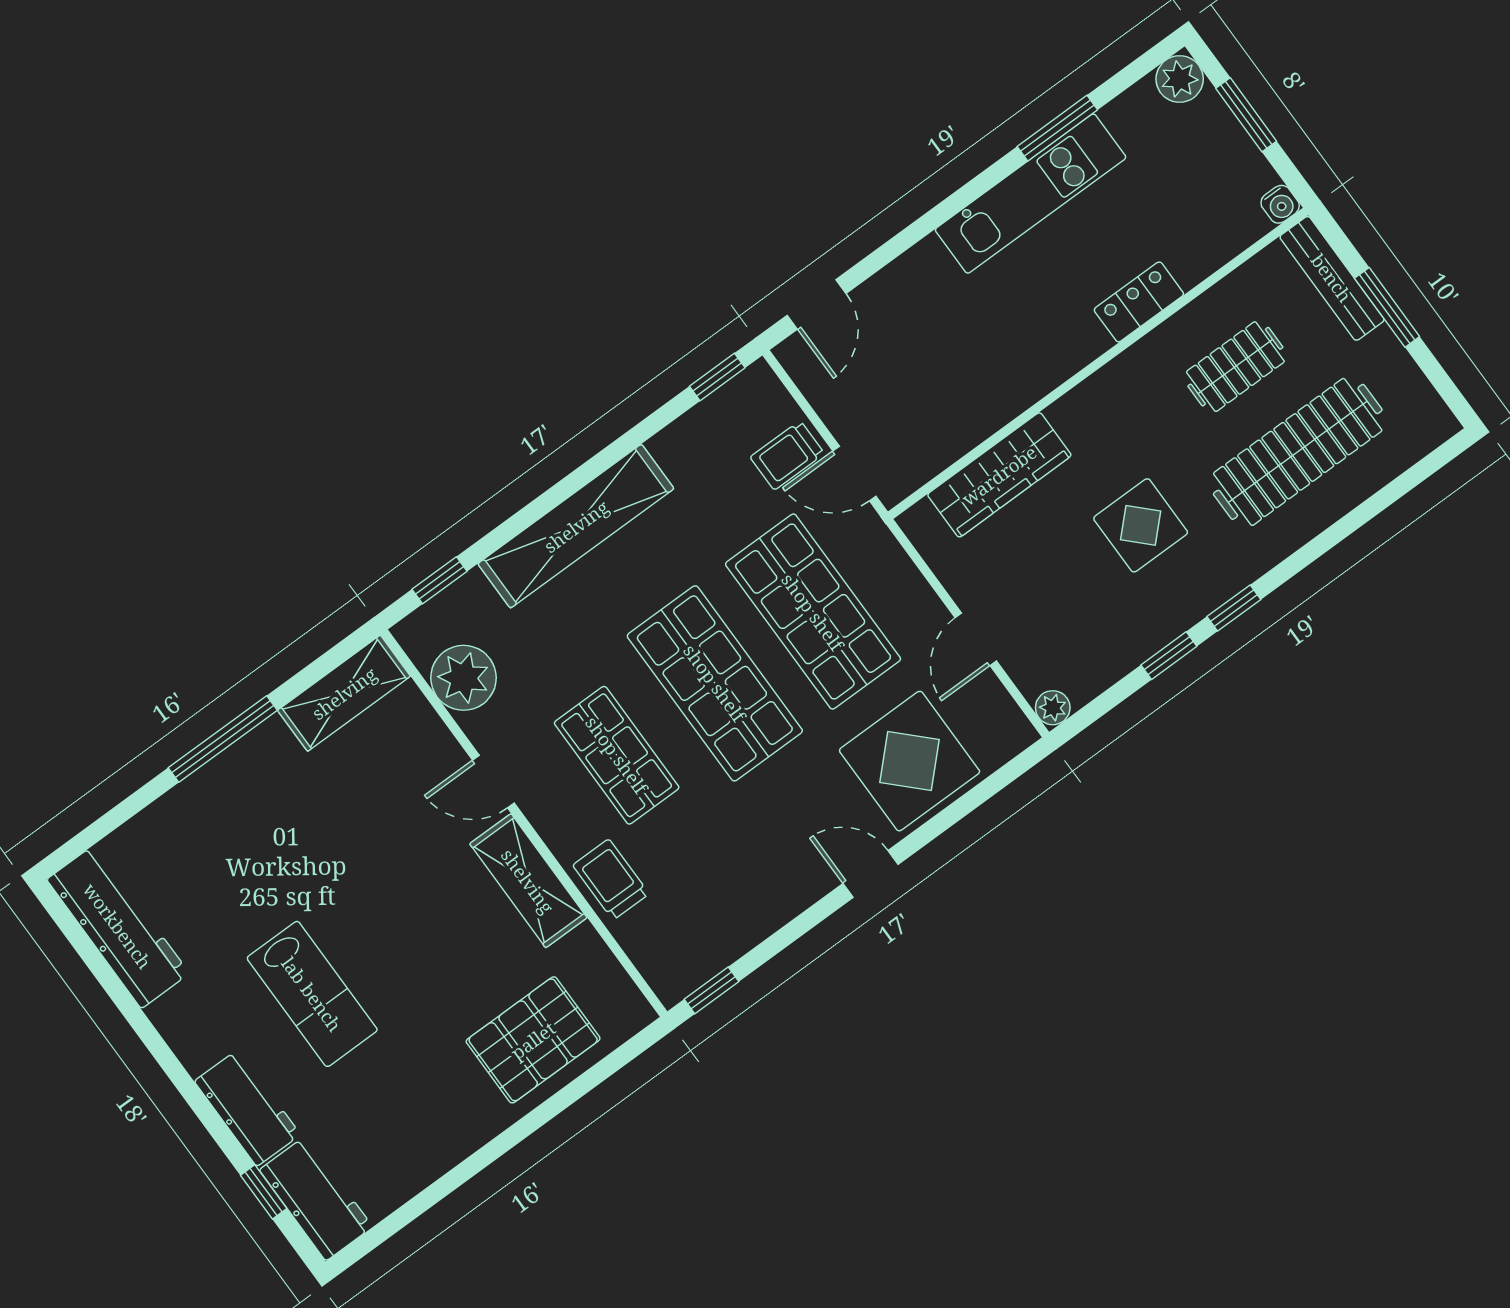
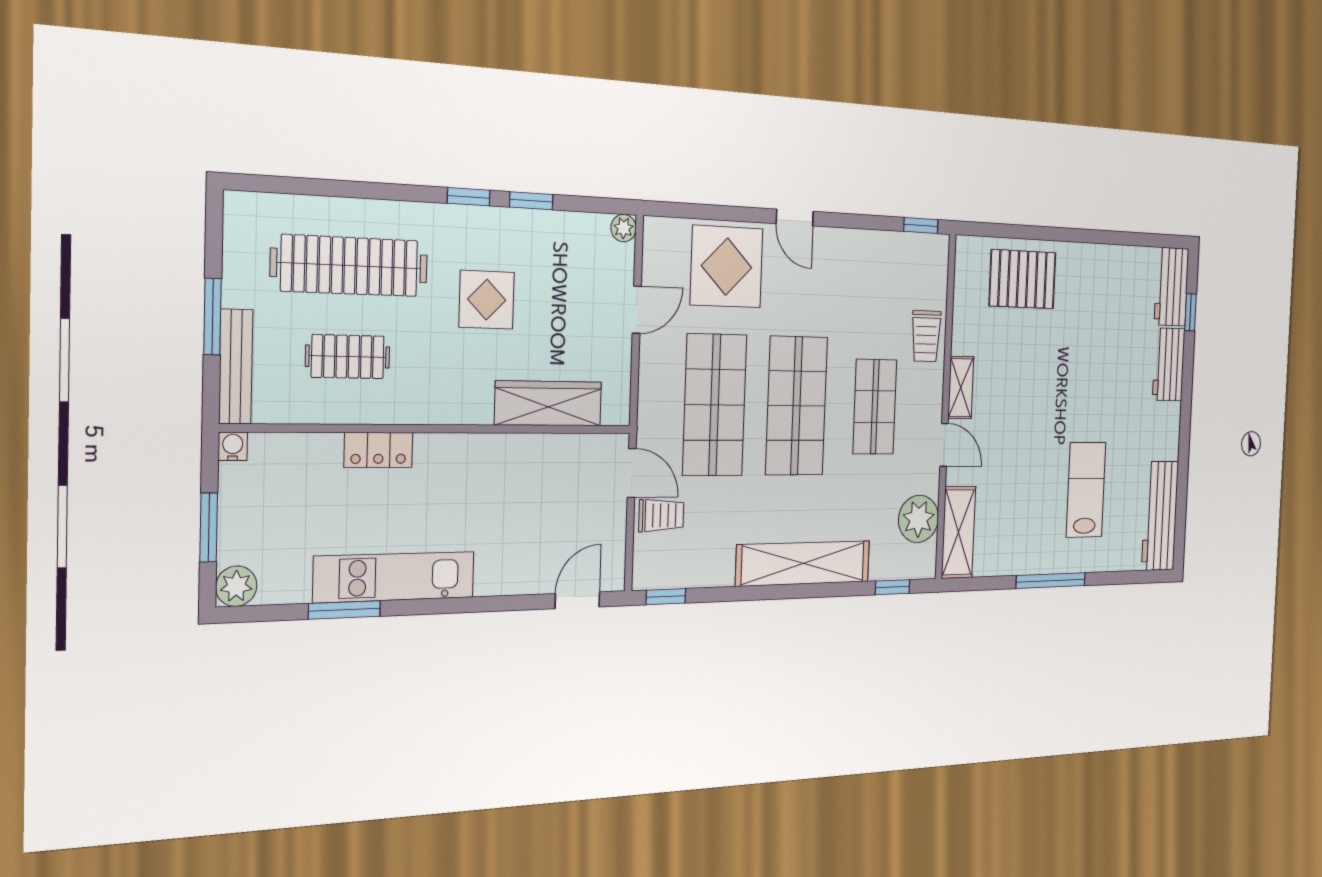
shelving: (344, 693) -> (959, 532), moved, turned 90
shelving: (528, 881) -> (961, 388), width x0.67, depth x0.75
lab bench: (312, 994) -> (1086, 490), moved

